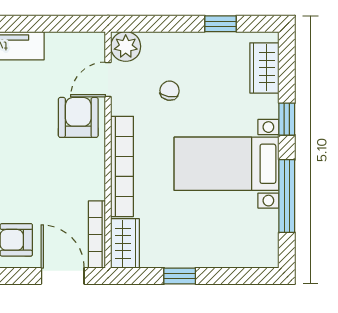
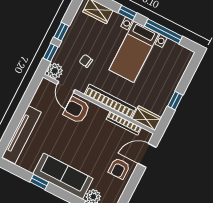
window: (153, 24) -> (51, 53), added
window: (221, 24) -> (61, 32), moved
bookcase: (97, 234) -> (124, 123), moved

